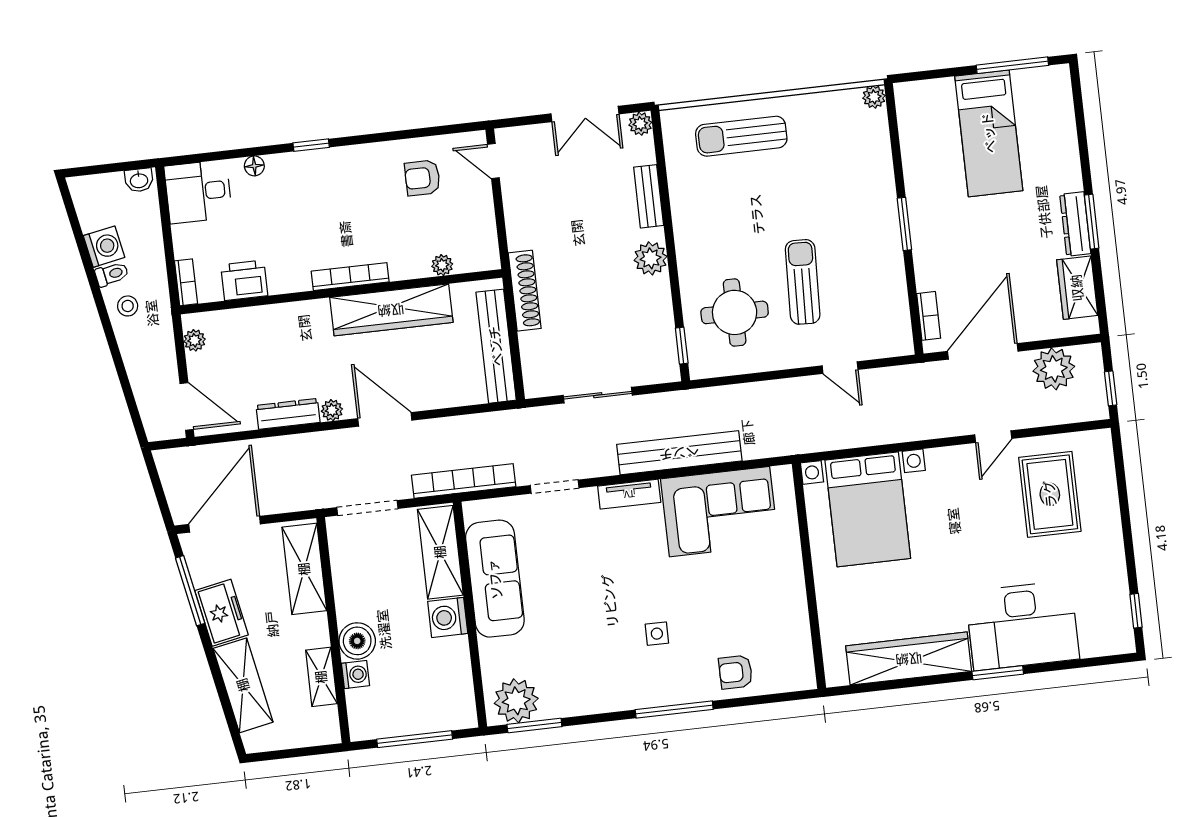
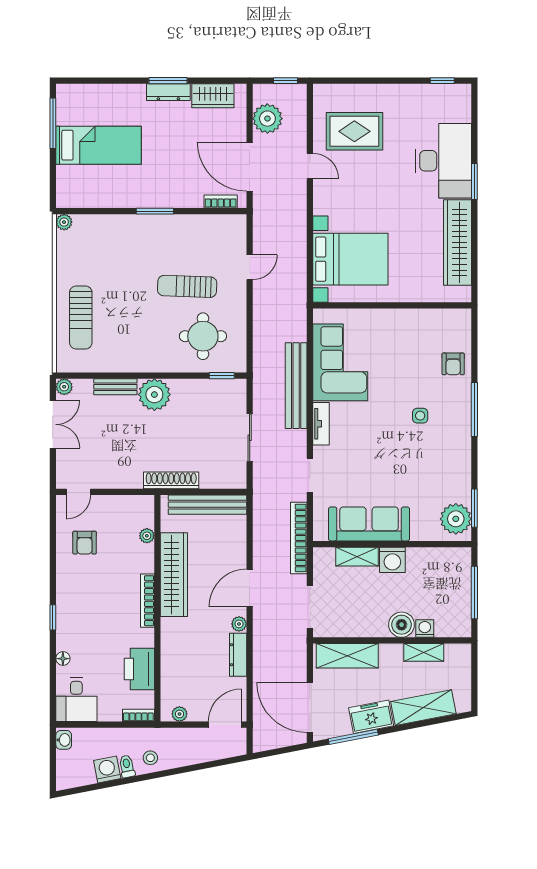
plant: (651, 258) -> (154, 395), width x1.36, depth x1.36
printer: (244, 280) -> (139, 669), width x1.37, depth x1.19
shelving: (440, 552) -> (357, 557), width x0.67, depth x0.75

